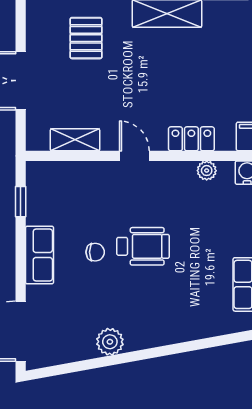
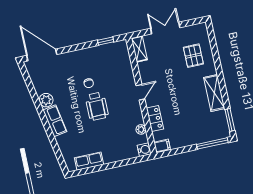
pallet: (86, 38) -> (193, 56), turned 90
shelving: (75, 140) -> (139, 49), moved
row of seats: (40, 255) -> (55, 121), moved, turned -100

